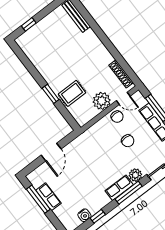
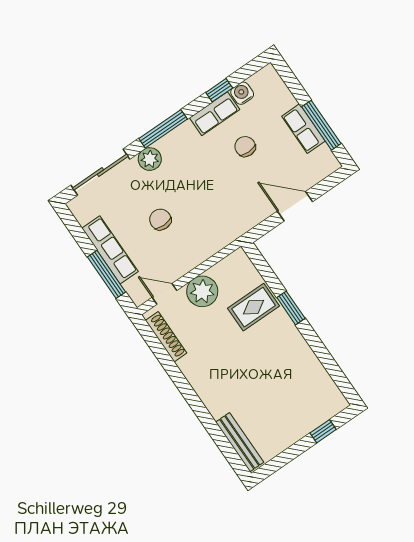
chair: (117, 117) -> (245, 147), moved
door: (51, 152) -> (295, 206), hinge flipped
row of seats: (119, 188) -> (215, 114), moved

